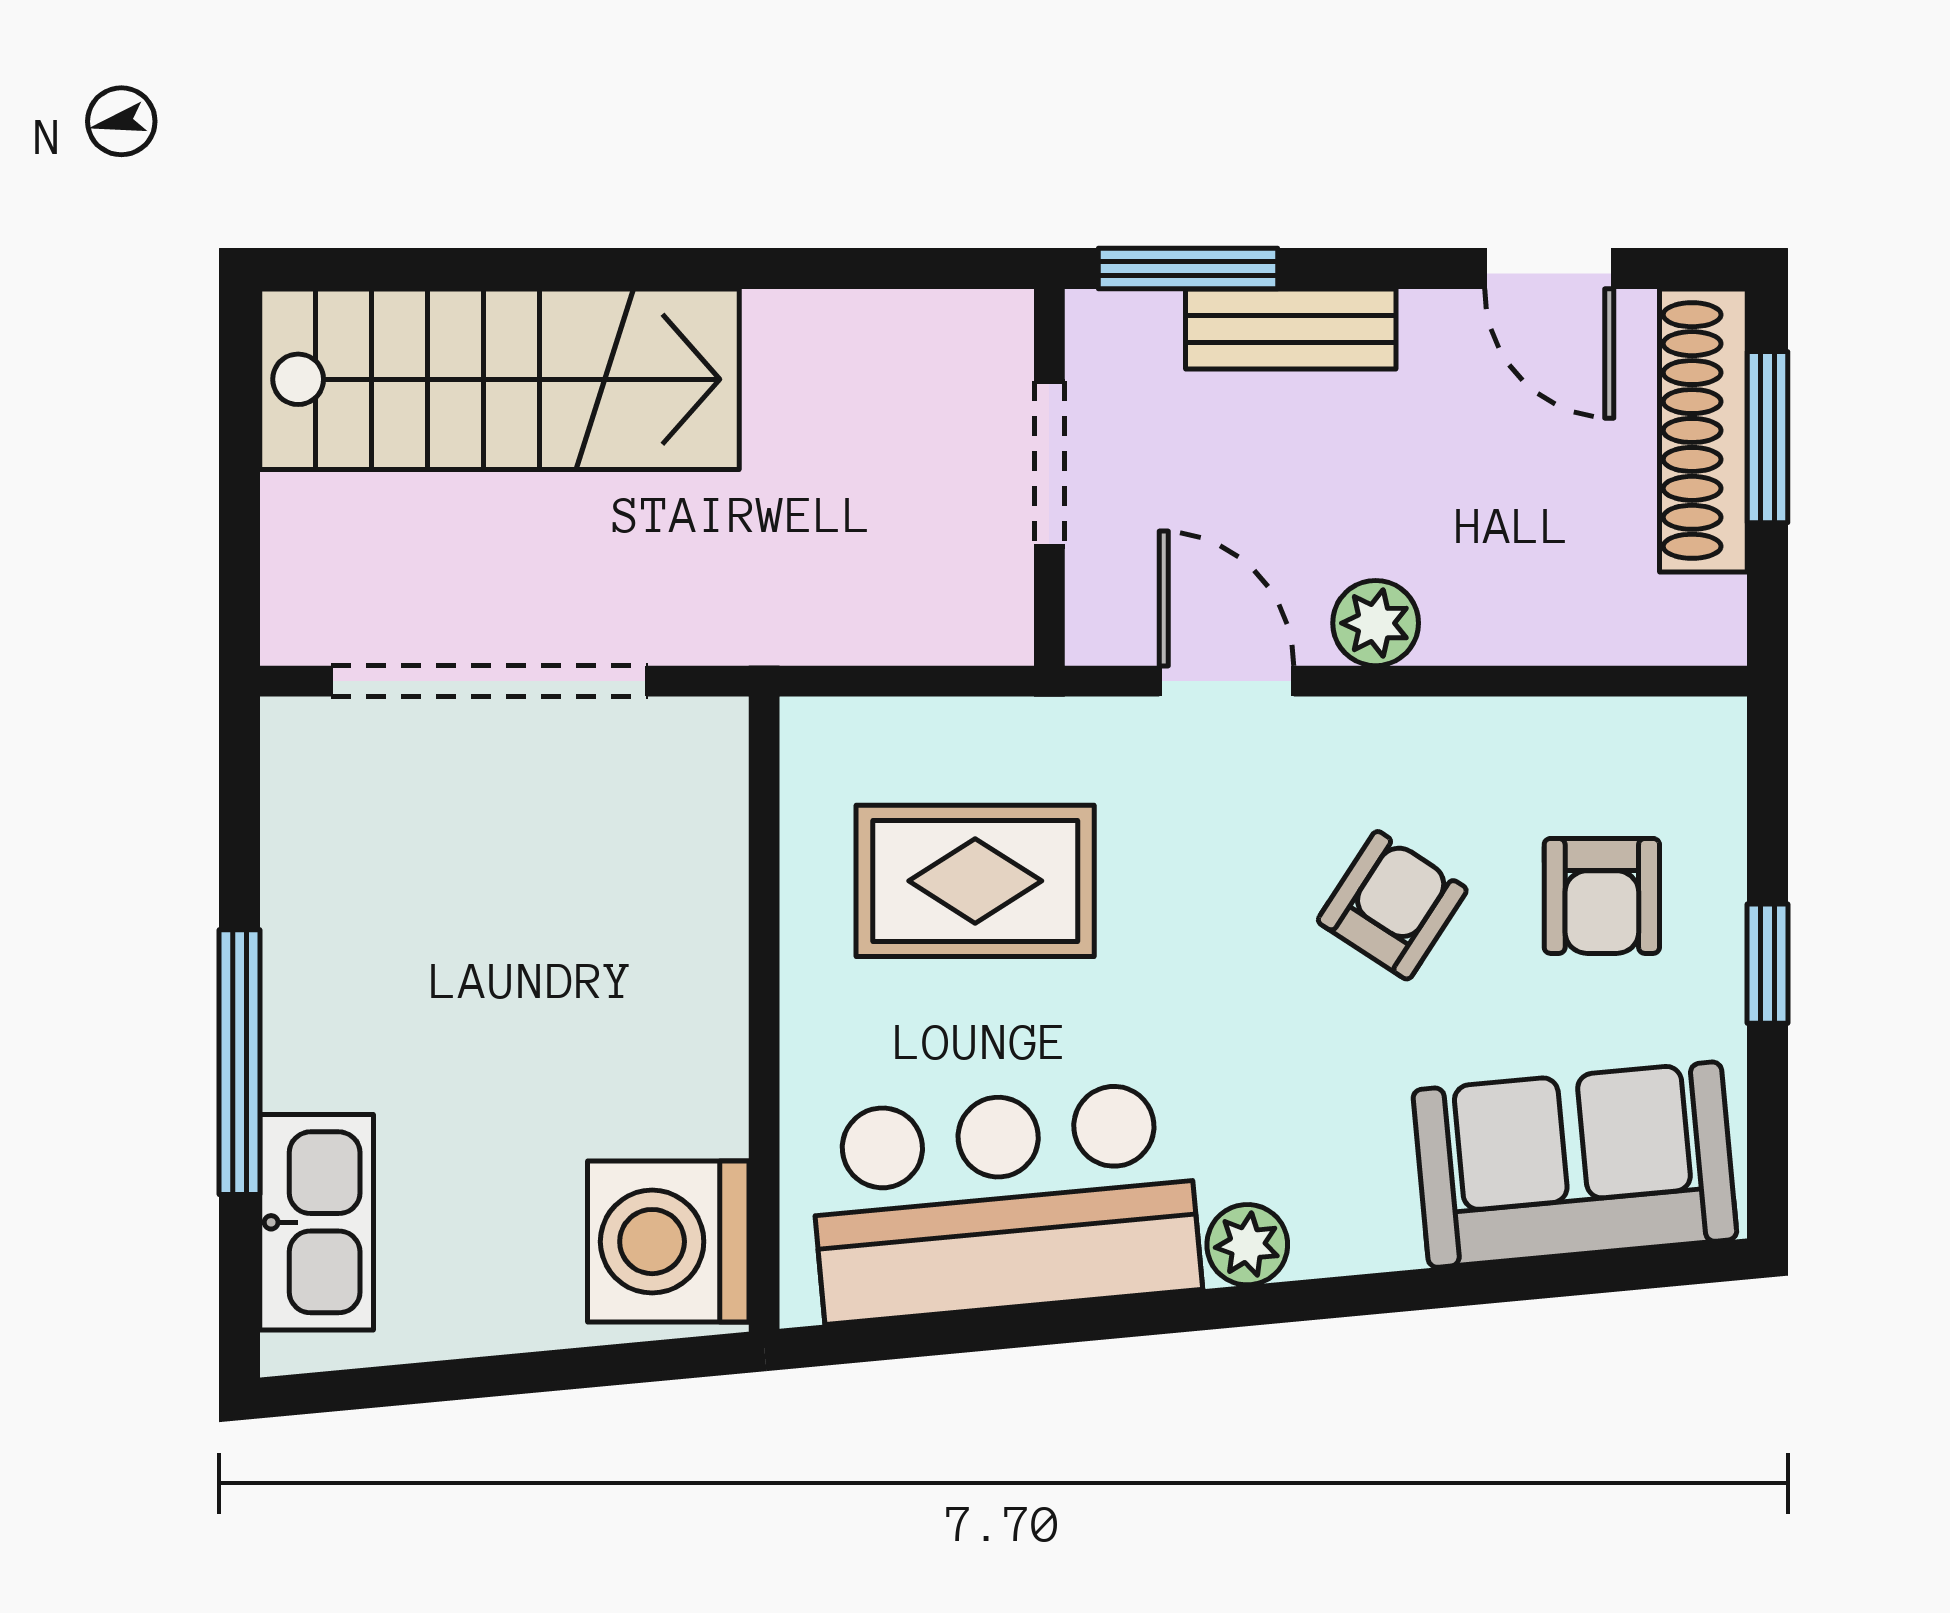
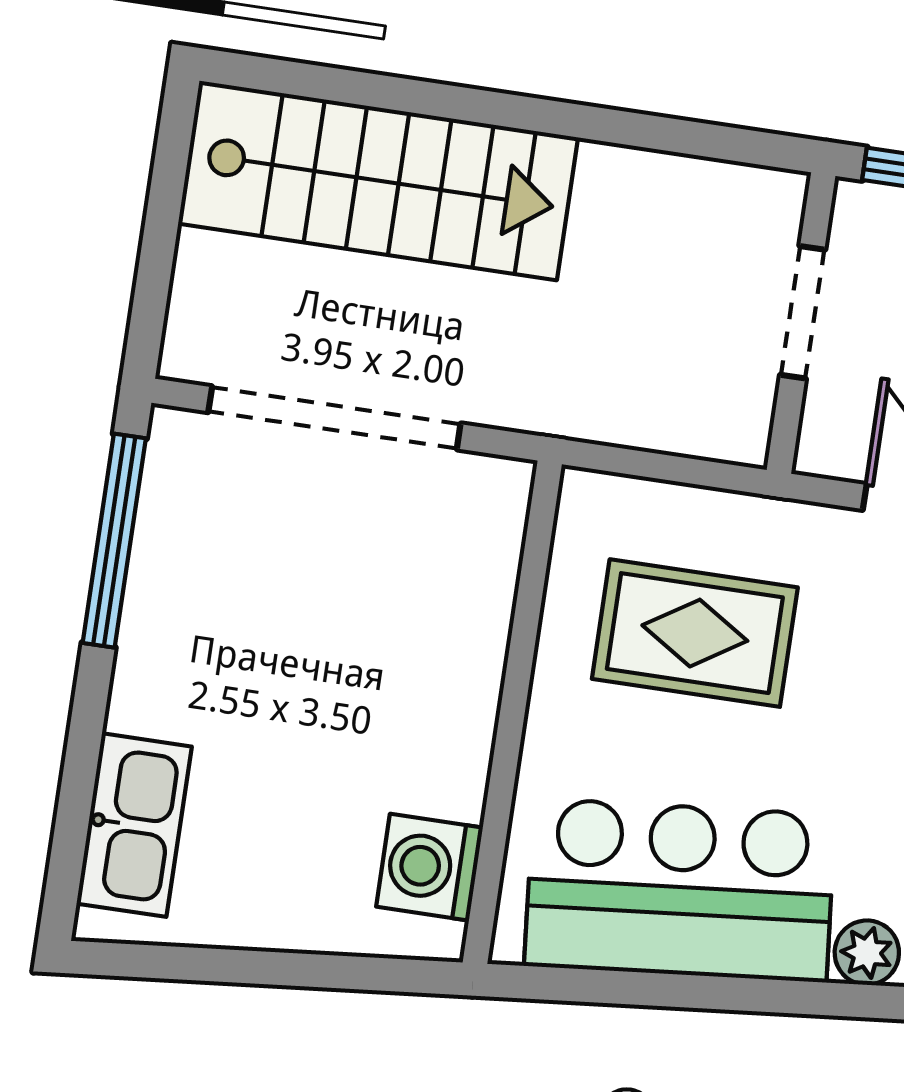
window: (239, 1062) -> (114, 541), moved
washing machine: (668, 1242) -> (429, 867), width x0.73, depth x0.73

